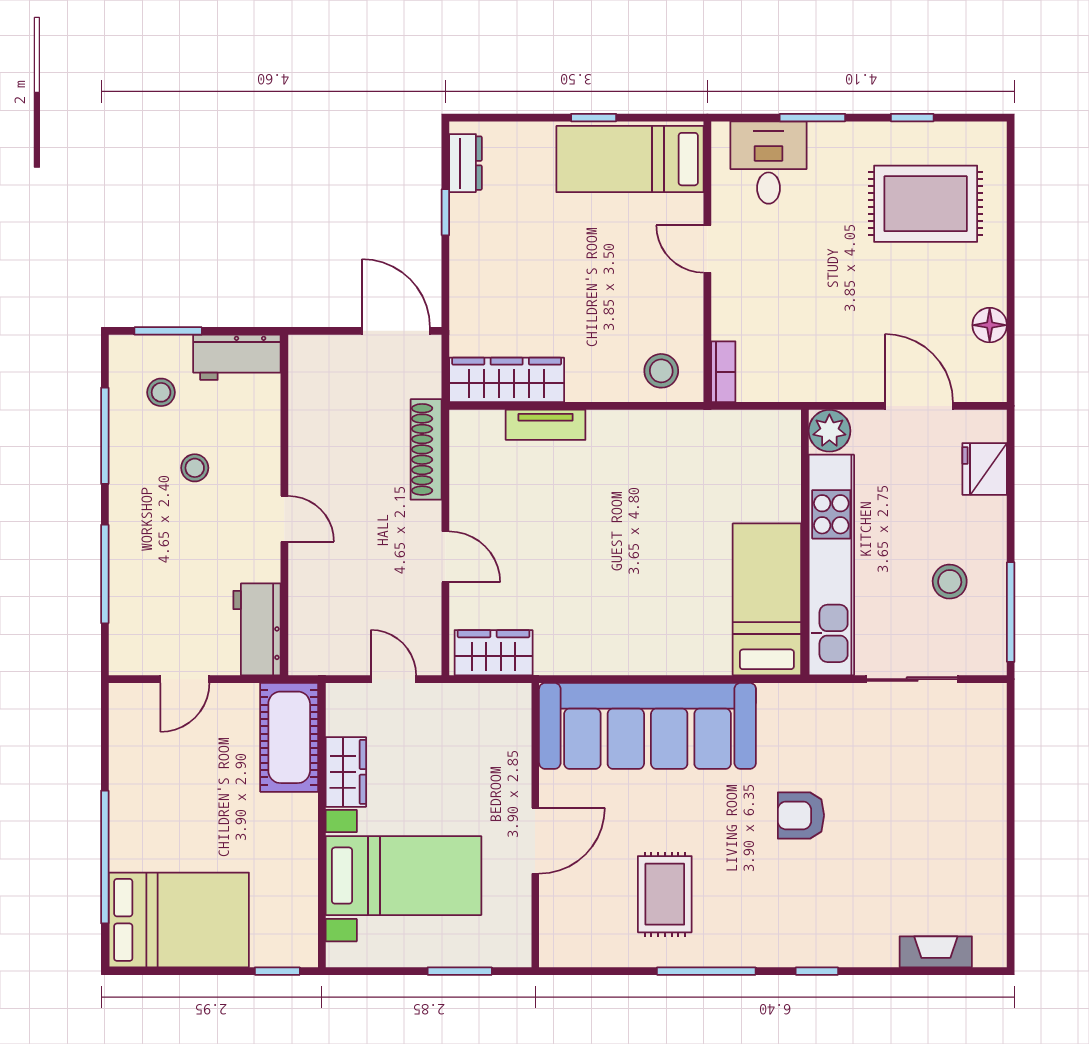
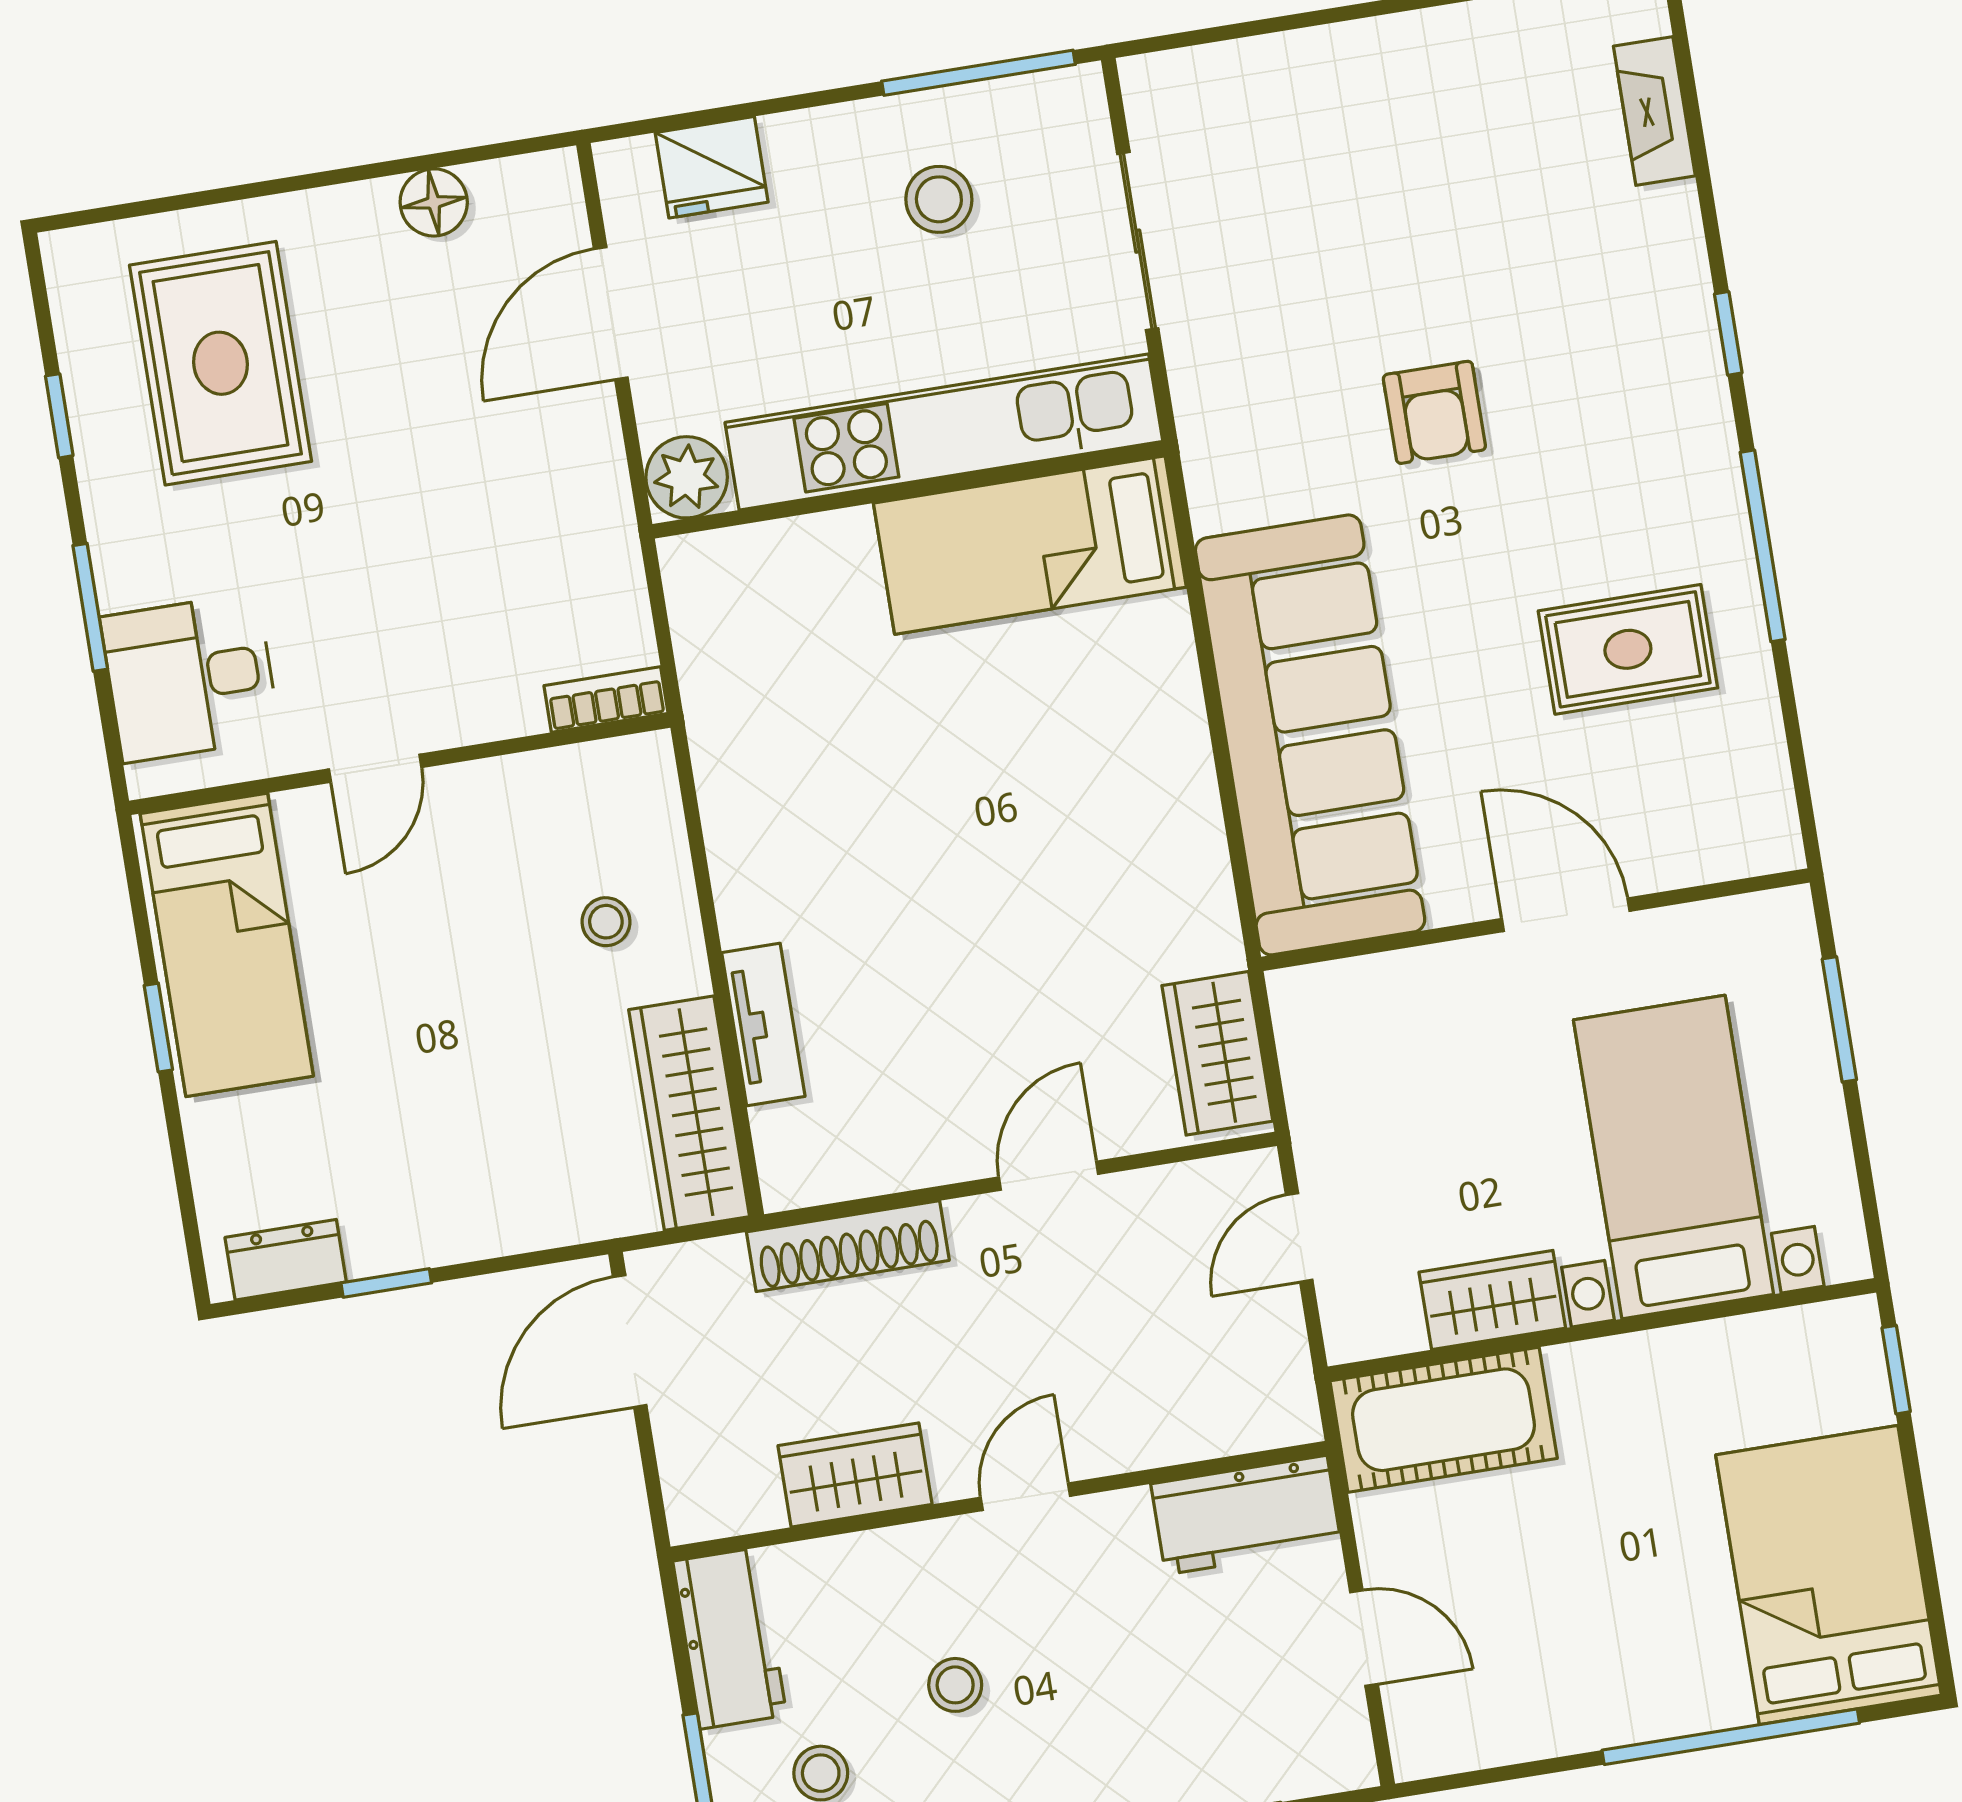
stool: (661, 371) -> (606, 922), moved, width x0.73, depth x0.73
wardrobe: (309, 434) -> (855, 1475), added

